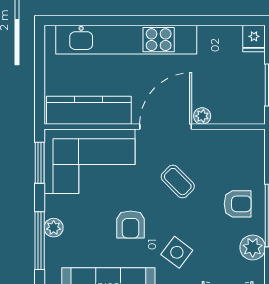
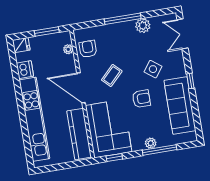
dishwasher: (212, 38) -> (25, 70), added
plant: (202, 116) -> (68, 49), moved
window: (40, 163) -> (114, 158), width x0.67
armchair: (238, 204) -> (88, 49), moved

